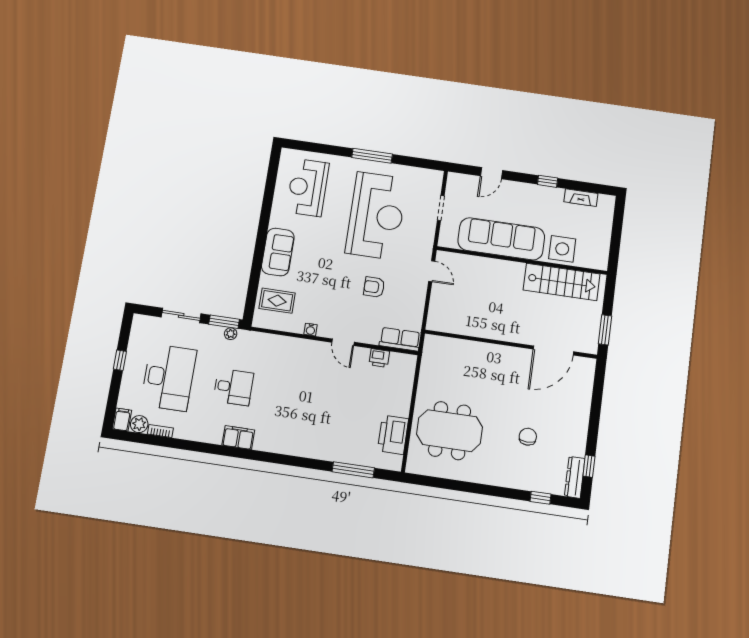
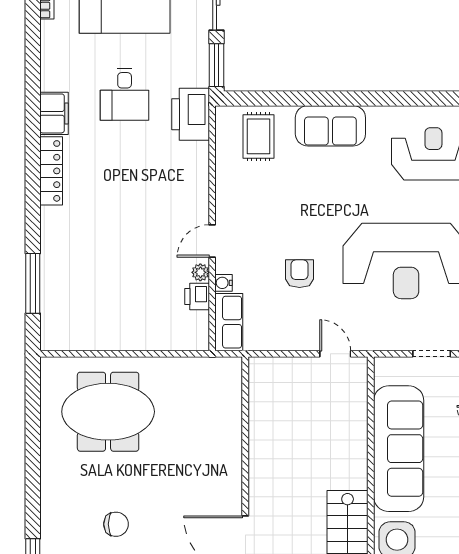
door: (432, 271) -> (335, 354), swing flipped
water cooler: (310, 330) -> (224, 283), moved
plant: (231, 334) -> (200, 272), moved
meeting table: (450, 431) -> (108, 412), turned 90
printer: (393, 435) -> (191, 114), moved, turned -90
locker: (278, 445) -> (51, 171), added

